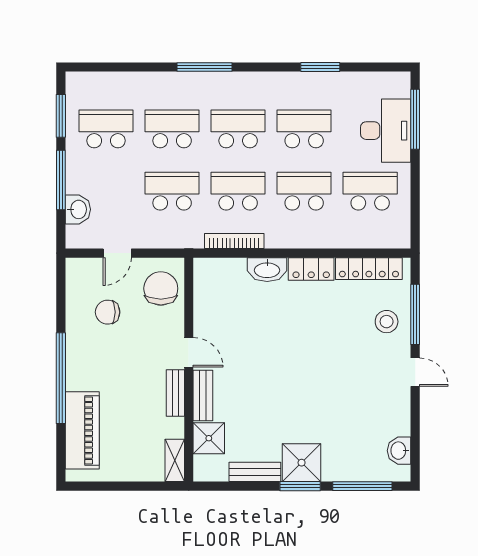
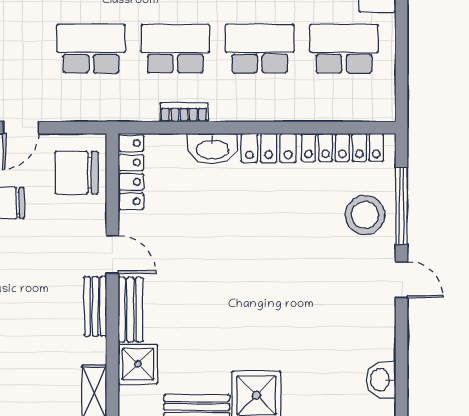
bookcase: (234, 241) -> (184, 112), width x0.64
chair: (161, 288) -> (77, 173), turned -90
locker: (203, 288) -> (131, 172), added
stool: (387, 322) -> (365, 215), width x1.38, depth x1.38

